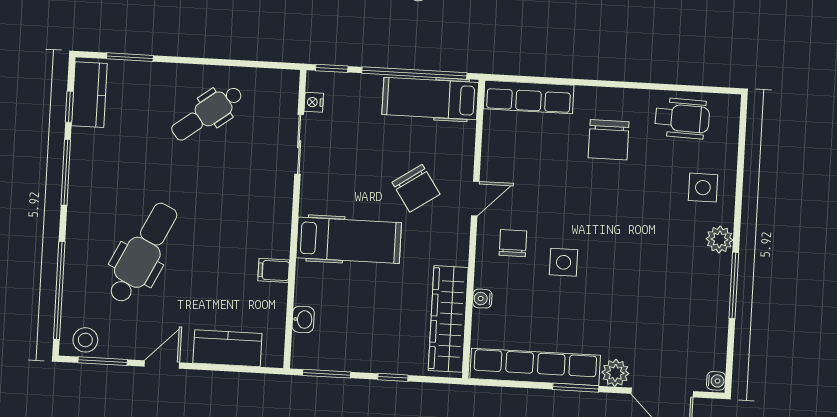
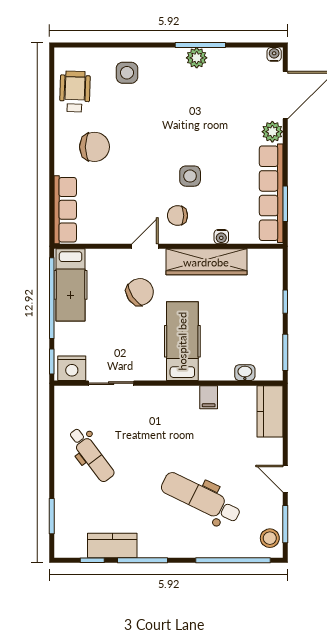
kitchen counter: (89, 95) -> (112, 546), moved
nightstand: (314, 102) -> (72, 368), width x1.89, depth x1.79
door: (475, 199) -> (145, 246), hinge flipped
plant: (720, 239) -> (197, 58), moved
wardrobe: (448, 319) -> (206, 262), moved
kitchen counter: (227, 348) -> (270, 411), moved
window: (576, 388) -> (285, 204), moved

